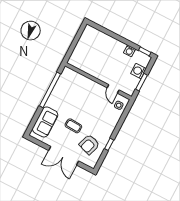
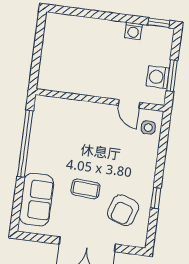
washing machine: (138, 71) -> (158, 77), moved

